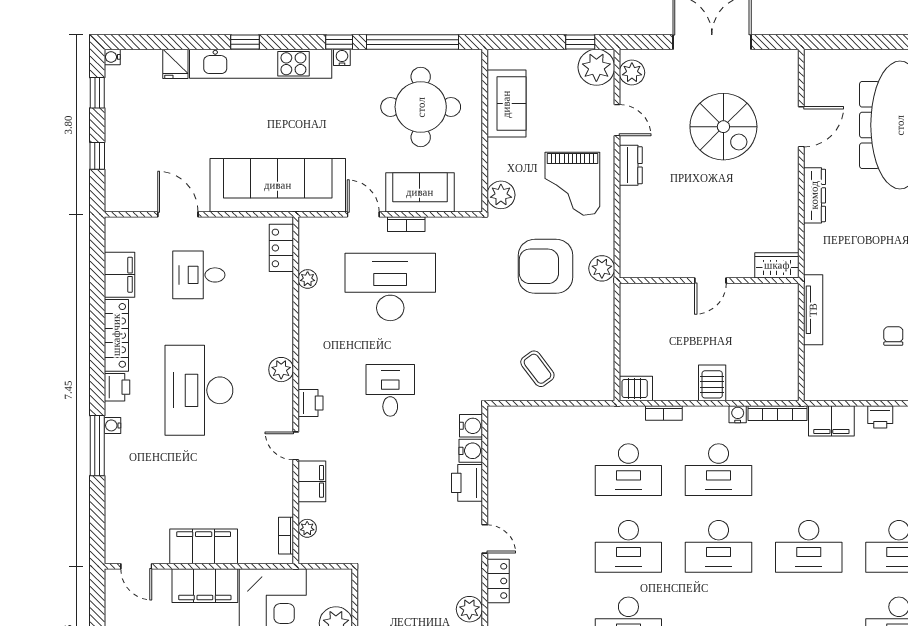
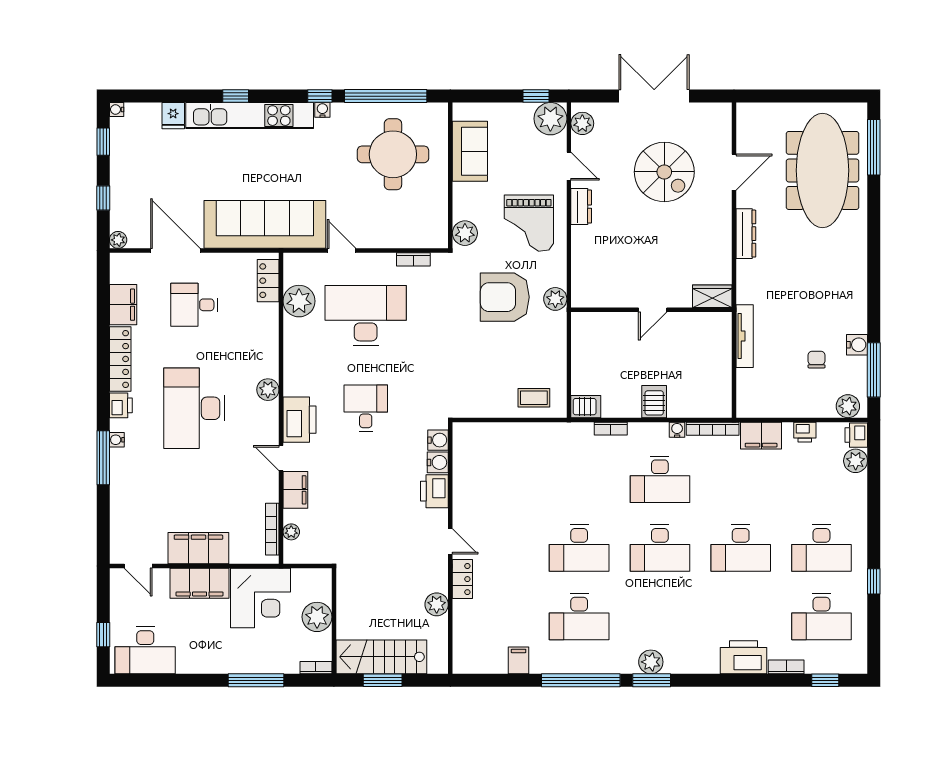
sofa: (420, 192) -> (392, 231), removed
plant: (114, 202) -> (118, 240), added
door: (178, 214) -> (175, 251), width x1.36
bookcase: (406, 224) -> (413, 259), moved
plant: (308, 279) -> (299, 301), width x1.88, depth x1.88
coffee table: (537, 369) -> (534, 398), moved, turned -53
printer: (310, 403) -> (299, 420), width x1.87, depth x1.48
desk: (628, 470) -> (579, 479), removed
bookcase: (286, 536) -> (272, 529), width x1.56

